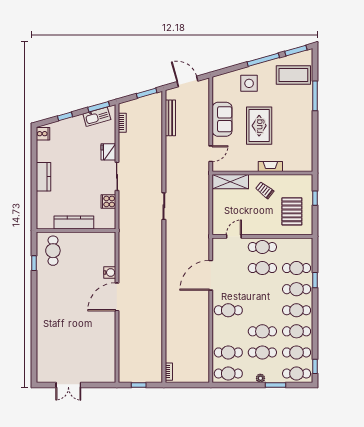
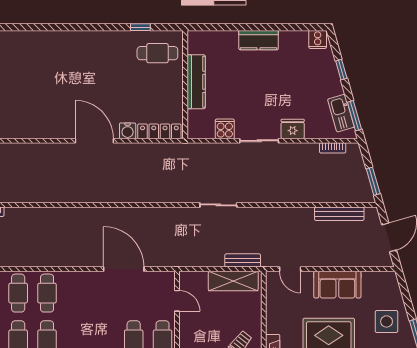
shelving: (230, 182) -> (233, 281), moved, turned 90
bench: (204, 188) -> (243, 260), added
locker: (110, 249) -> (159, 131), added
cafe table: (228, 310) -> (47, 293), moved

